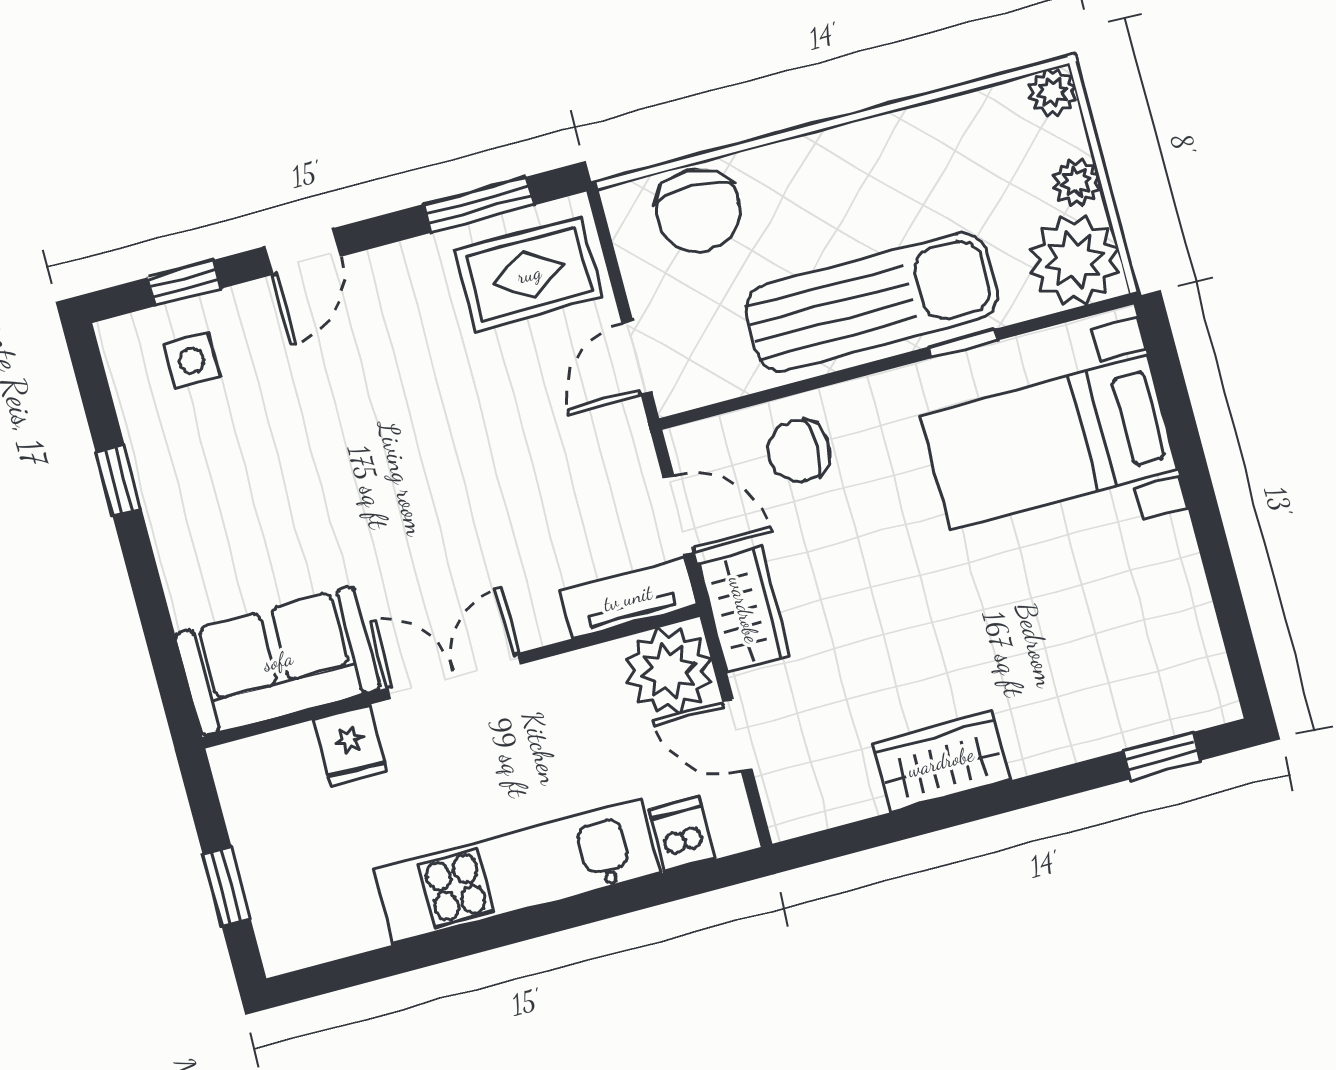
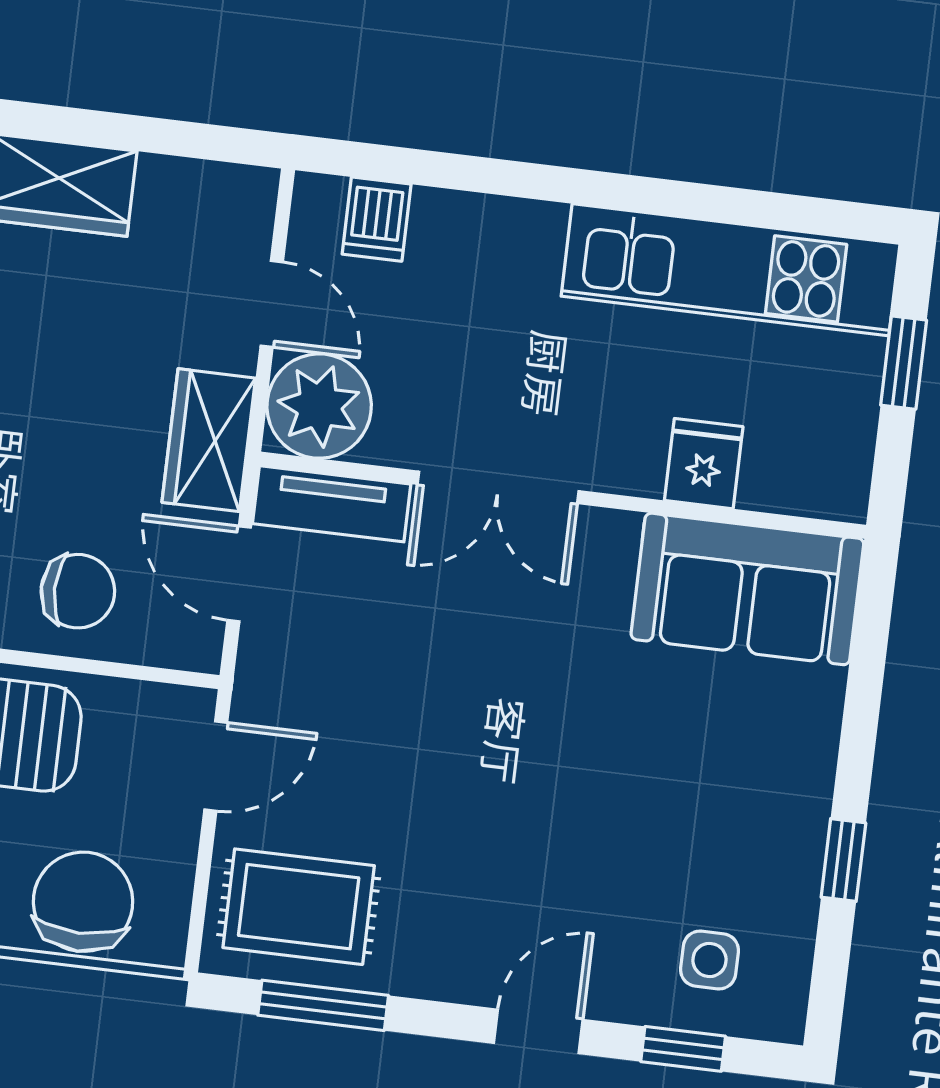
double door: (454, 676) -> (498, 487), moved
kitchen unit: (517, 871) -> (731, 270), moved

